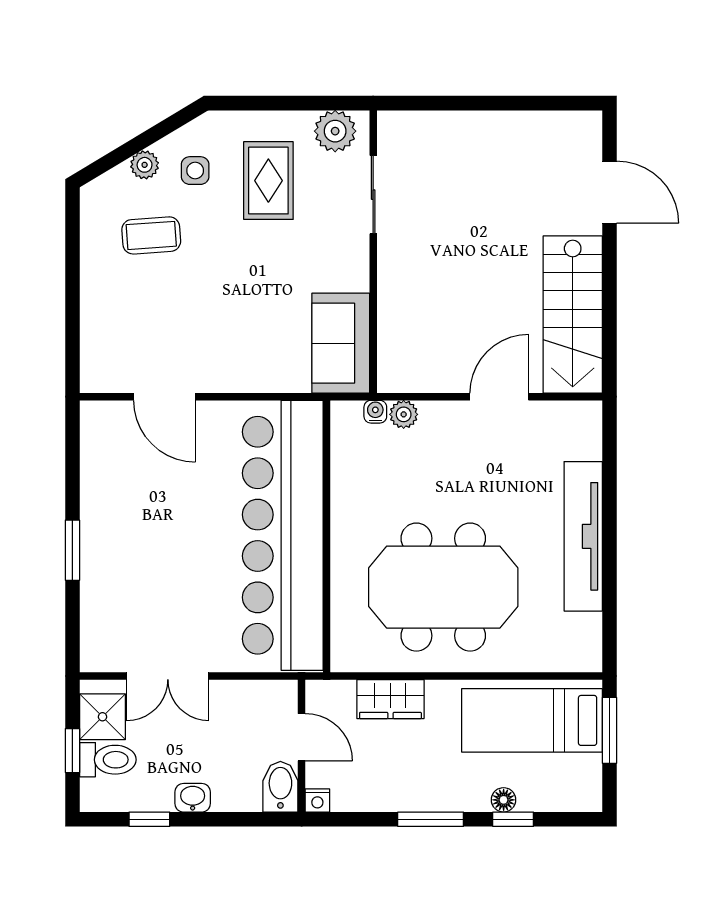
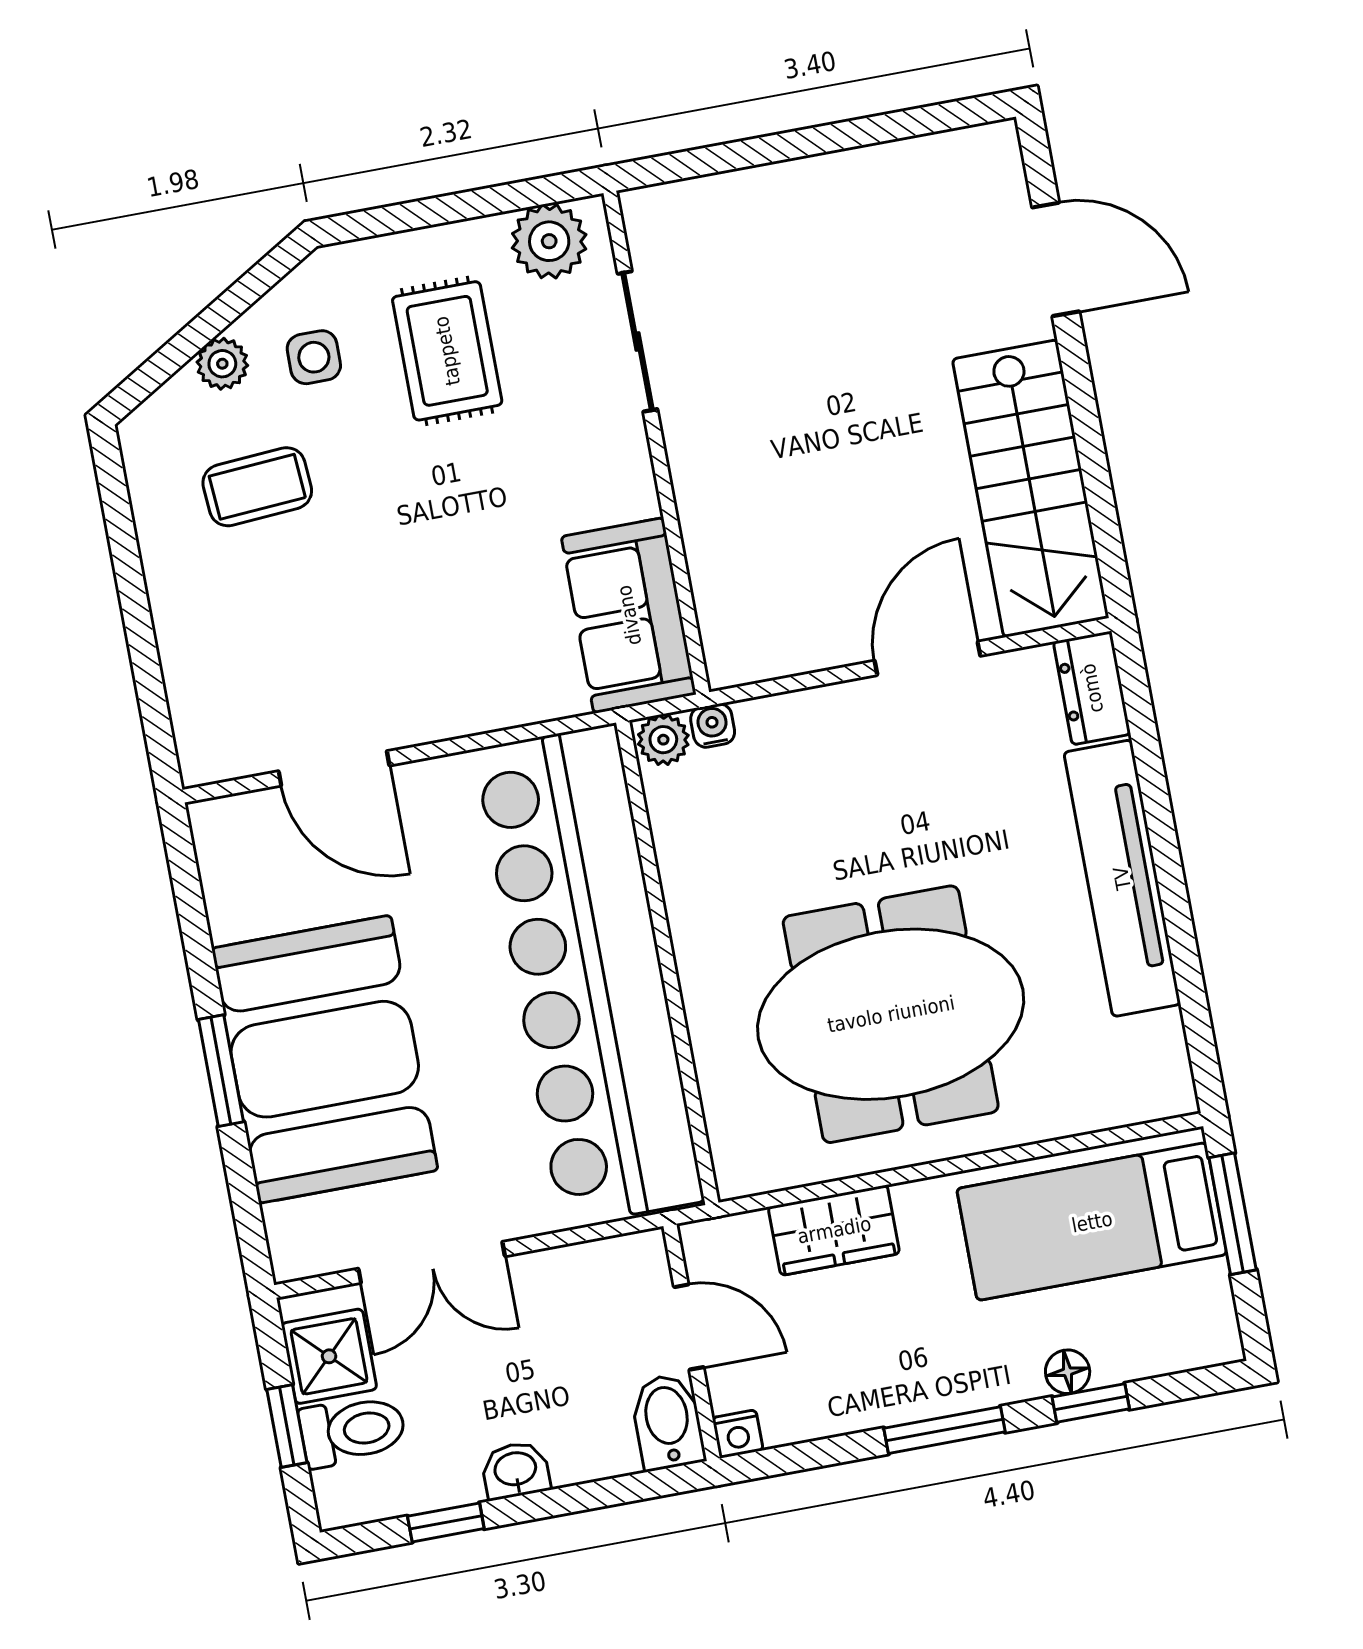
plant: (404, 414) -> (663, 740), moved
dresser: (586, 430) -> (1092, 688), added
booth: (130, 554) -> (325, 1059), added

